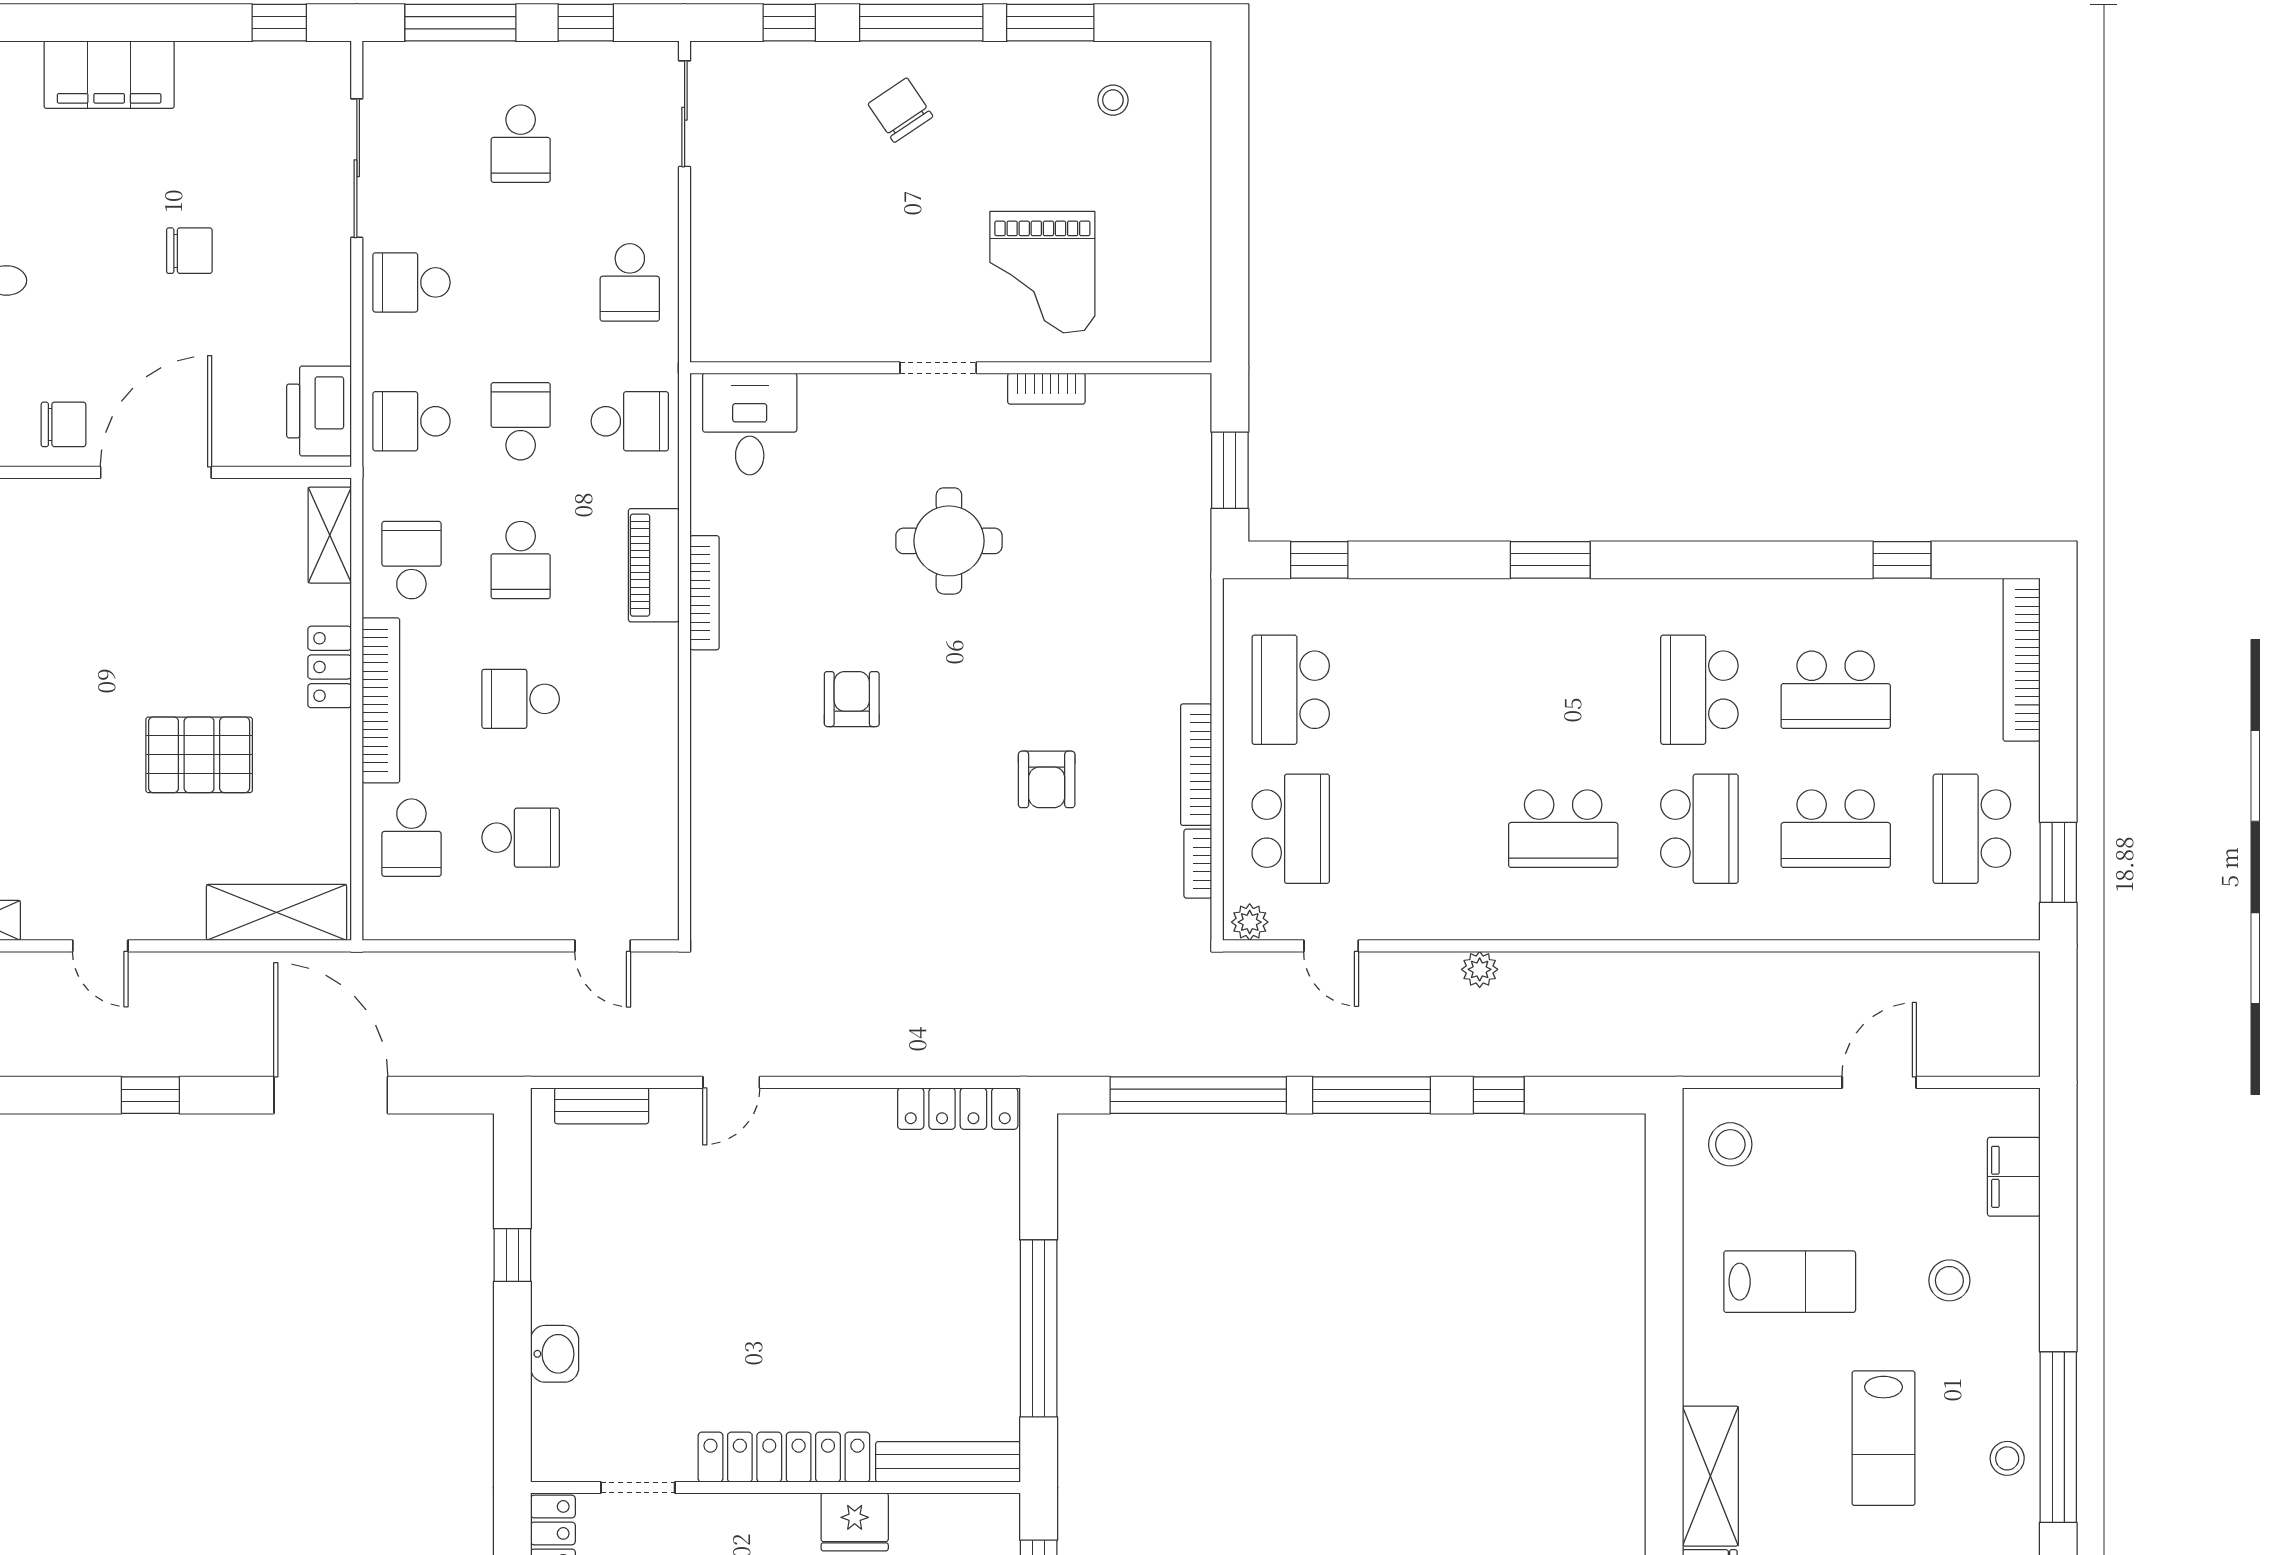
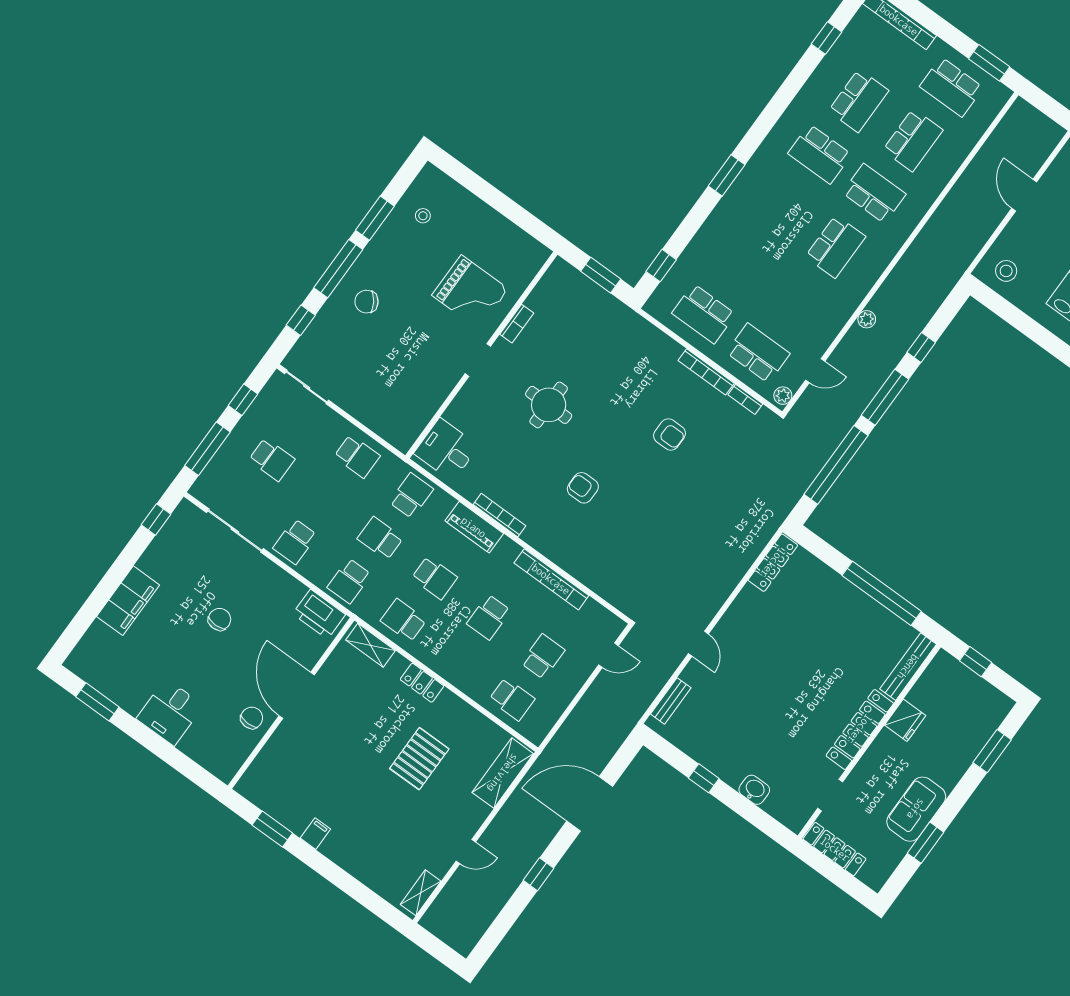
bookcase: (381, 700) -> (551, 579), moved, turned 180

